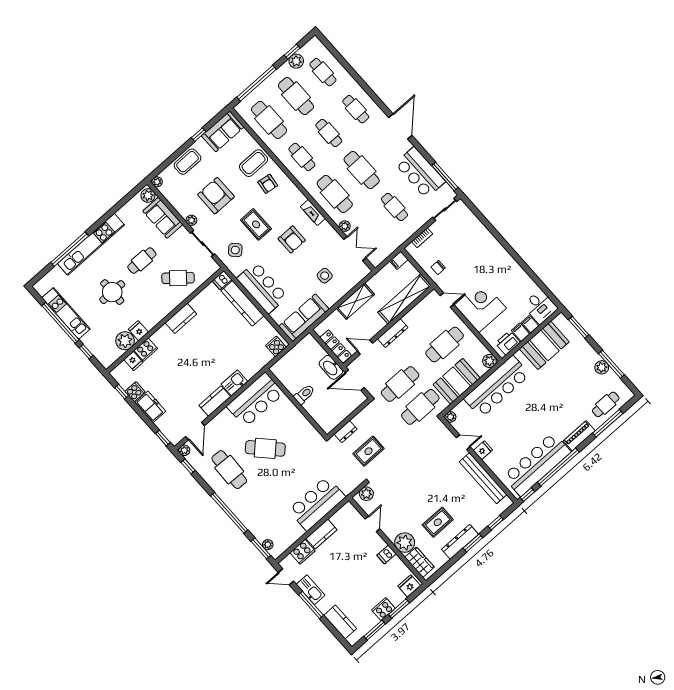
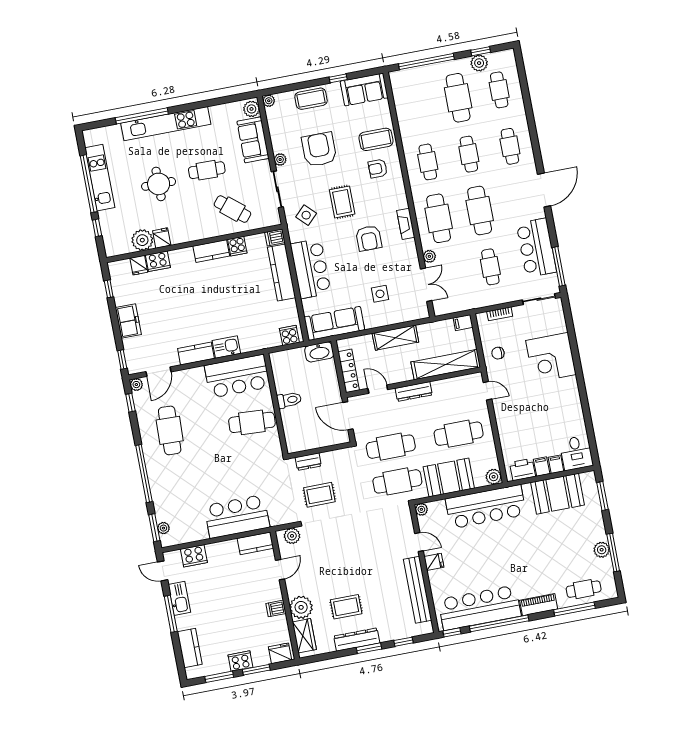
cafe table: (269, 120) -> (417, 106), removed
armchair: (268, 184) -> (378, 169), turned 82
corner desk: (480, 307) -> (551, 357), moved, turned 180
washbasin: (331, 367) -> (319, 352), moved, turned -90
cooker: (135, 392) -> (237, 246), moved, turned 90
cafe table: (265, 448) -> (252, 422), moved, turned -43
kitchen counter: (321, 534) -> (255, 543), moved

